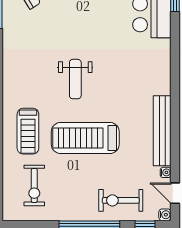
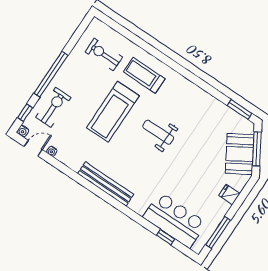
bench: (162, 131) -> (106, 184), moved
treadmill: (85, 138) -> (113, 112), turned 180

